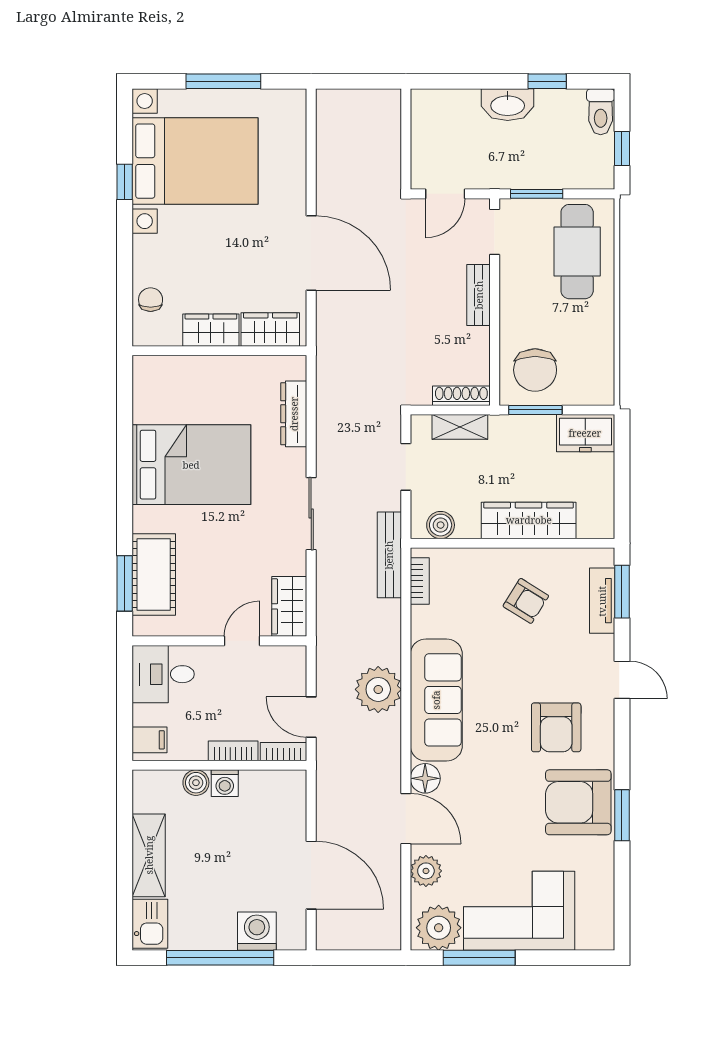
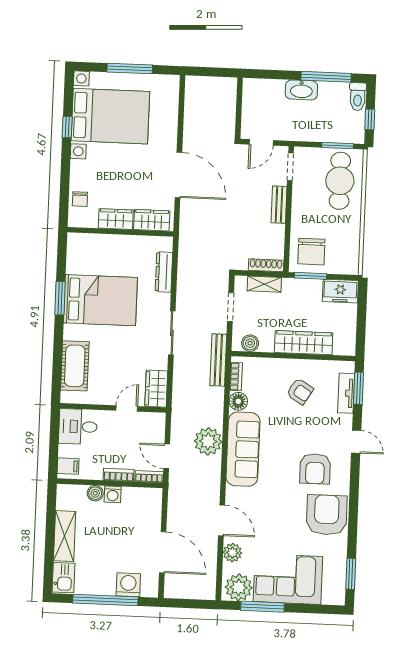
window: (547, 81) -> (326, 77), width x2.17
window: (537, 194) -> (337, 146), moved
chair: (151, 300) -> (80, 199), turned 180
window: (125, 583) -> (60, 298), moved
floor lamp: (425, 778) -> (238, 401), moved
armchair: (578, 802) -> (327, 515), turned 90
window: (622, 815) -> (351, 574), moved

